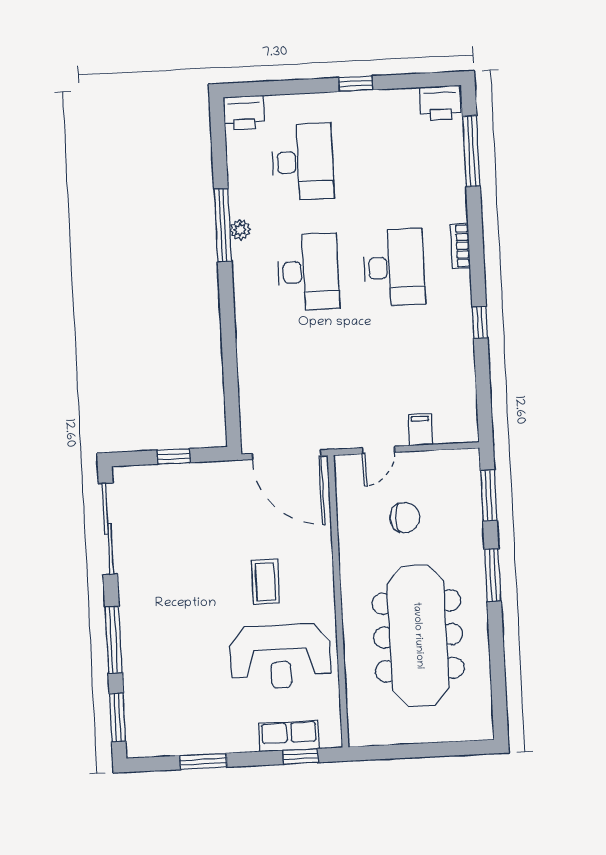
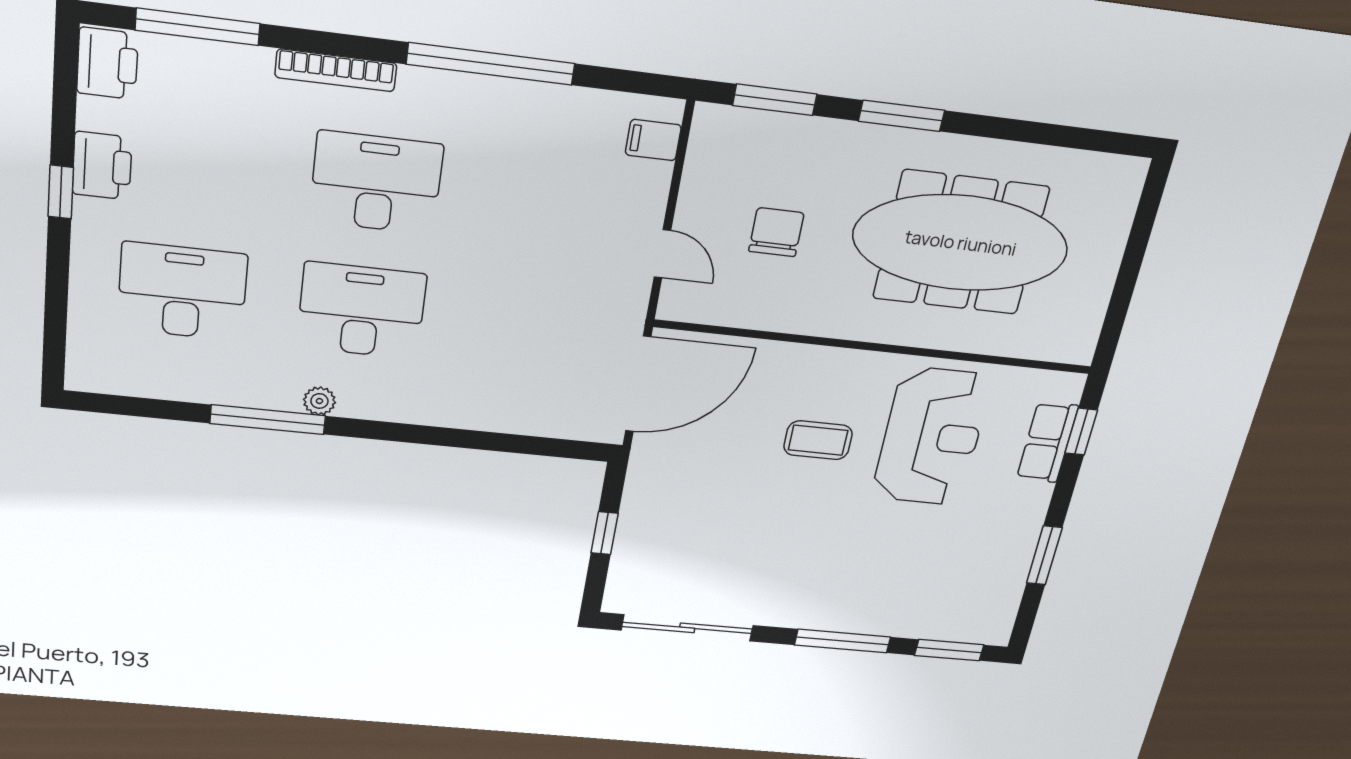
printer: (244, 113) -> (102, 166), moved
plant: (240, 230) -> (319, 401), moved
bookcase: (460, 246) -> (336, 70), width x1.56
window: (480, 322) -> (491, 64), width x3.17
filing cabinet: (420, 430) -> (653, 140), moved

